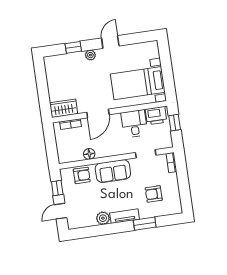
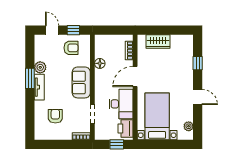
plant: (90, 55) -> (189, 126), moved
wardrobe: (64, 108) -> (158, 41), moved, turned 90
door: (98, 113) -> (135, 77), hinge flipped
desk: (134, 124) -> (121, 104), width x1.37
armchair: (82, 175) -> (71, 48), moved, turned -90
window: (145, 224) -> (30, 78), moved

